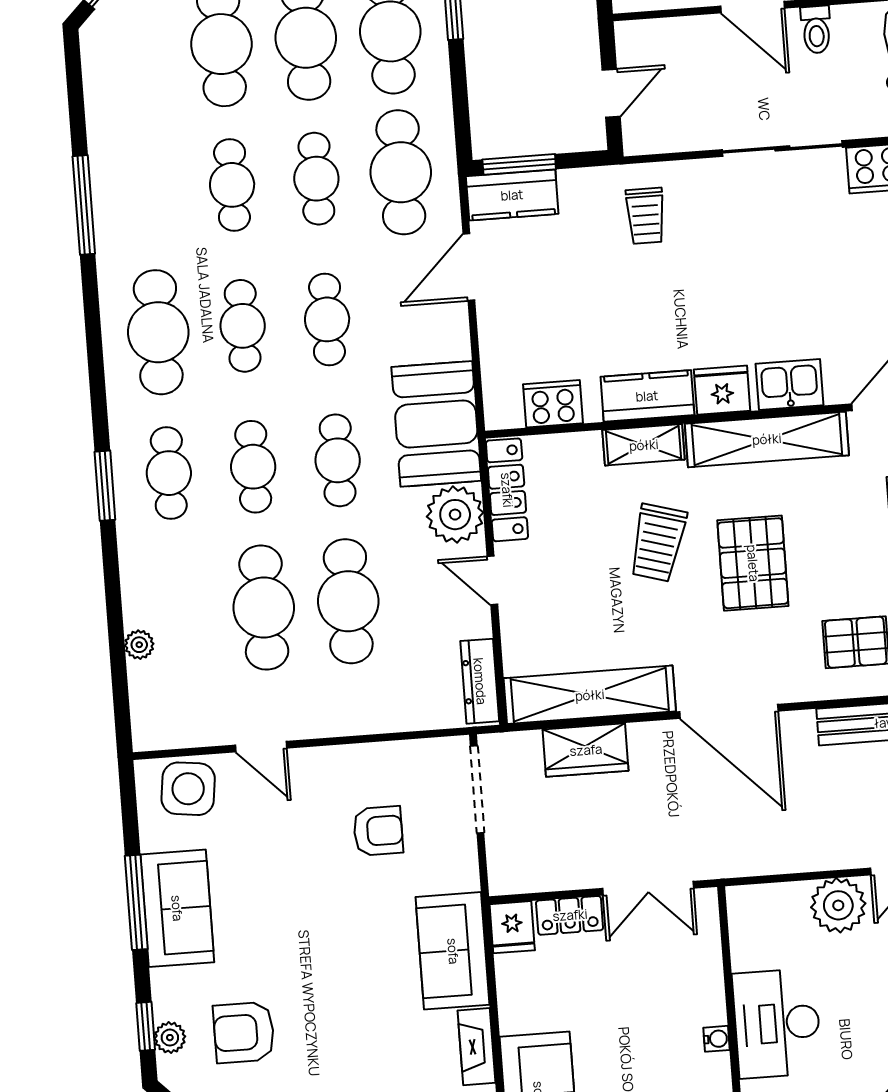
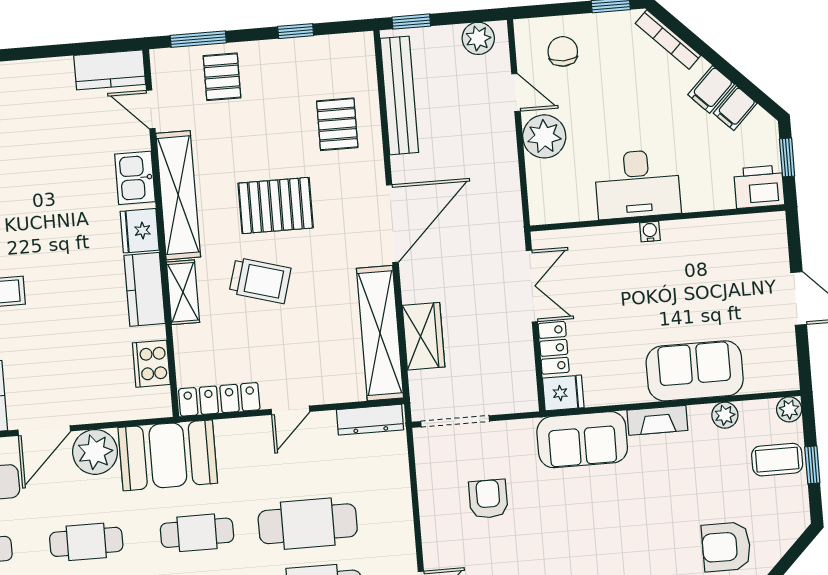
door: (469, 267) -> (44, 431), hinge flipped
plant: (455, 515) -> (95, 452), moved

